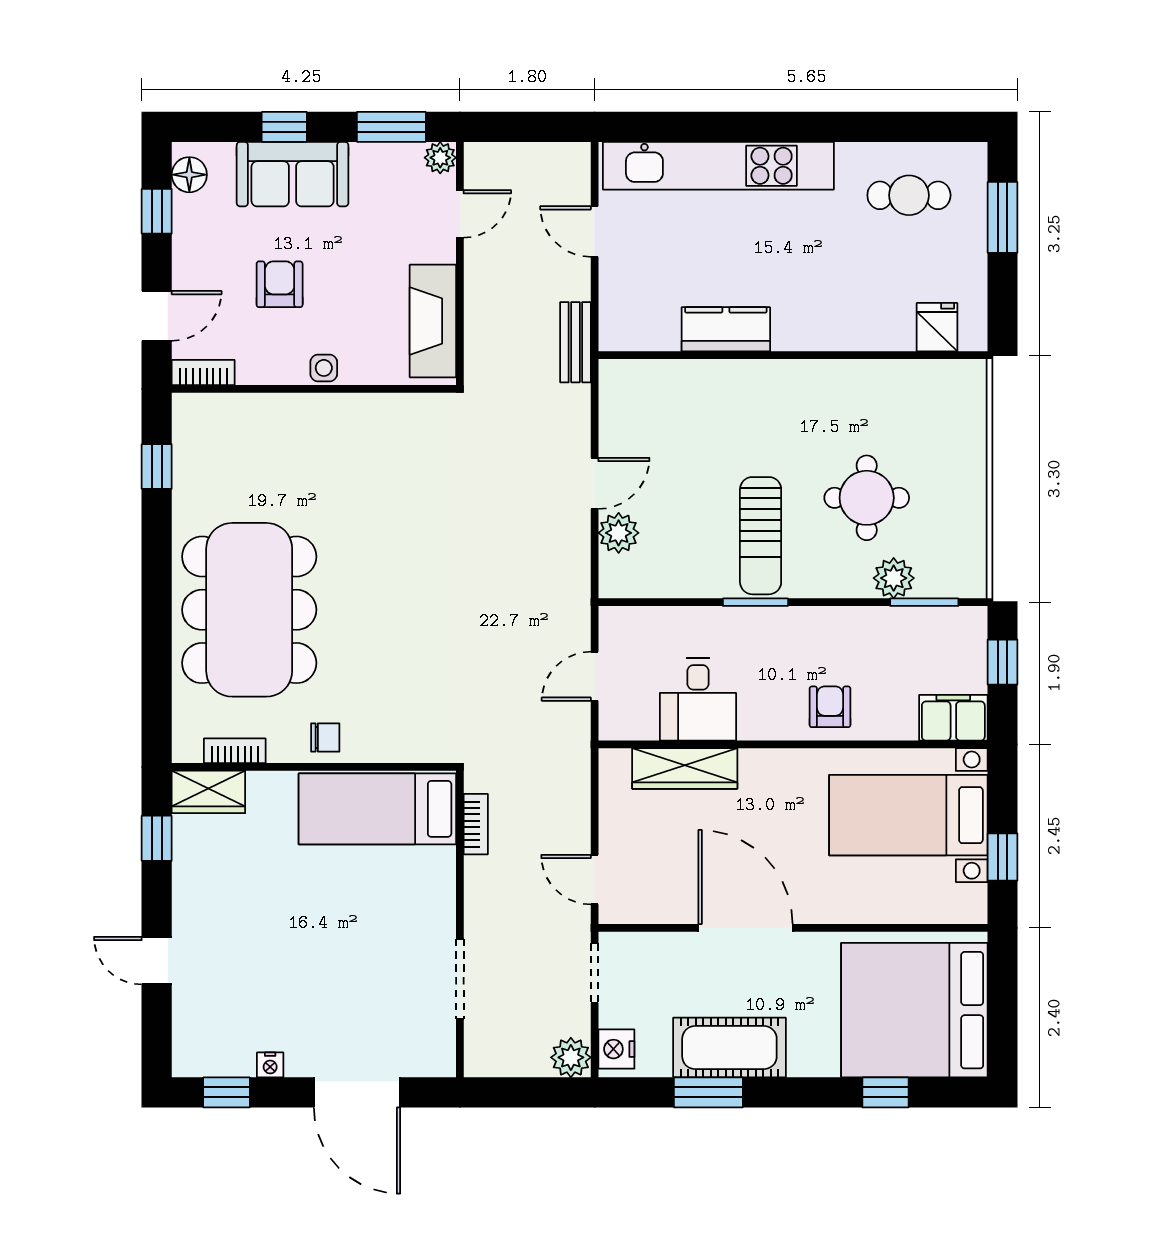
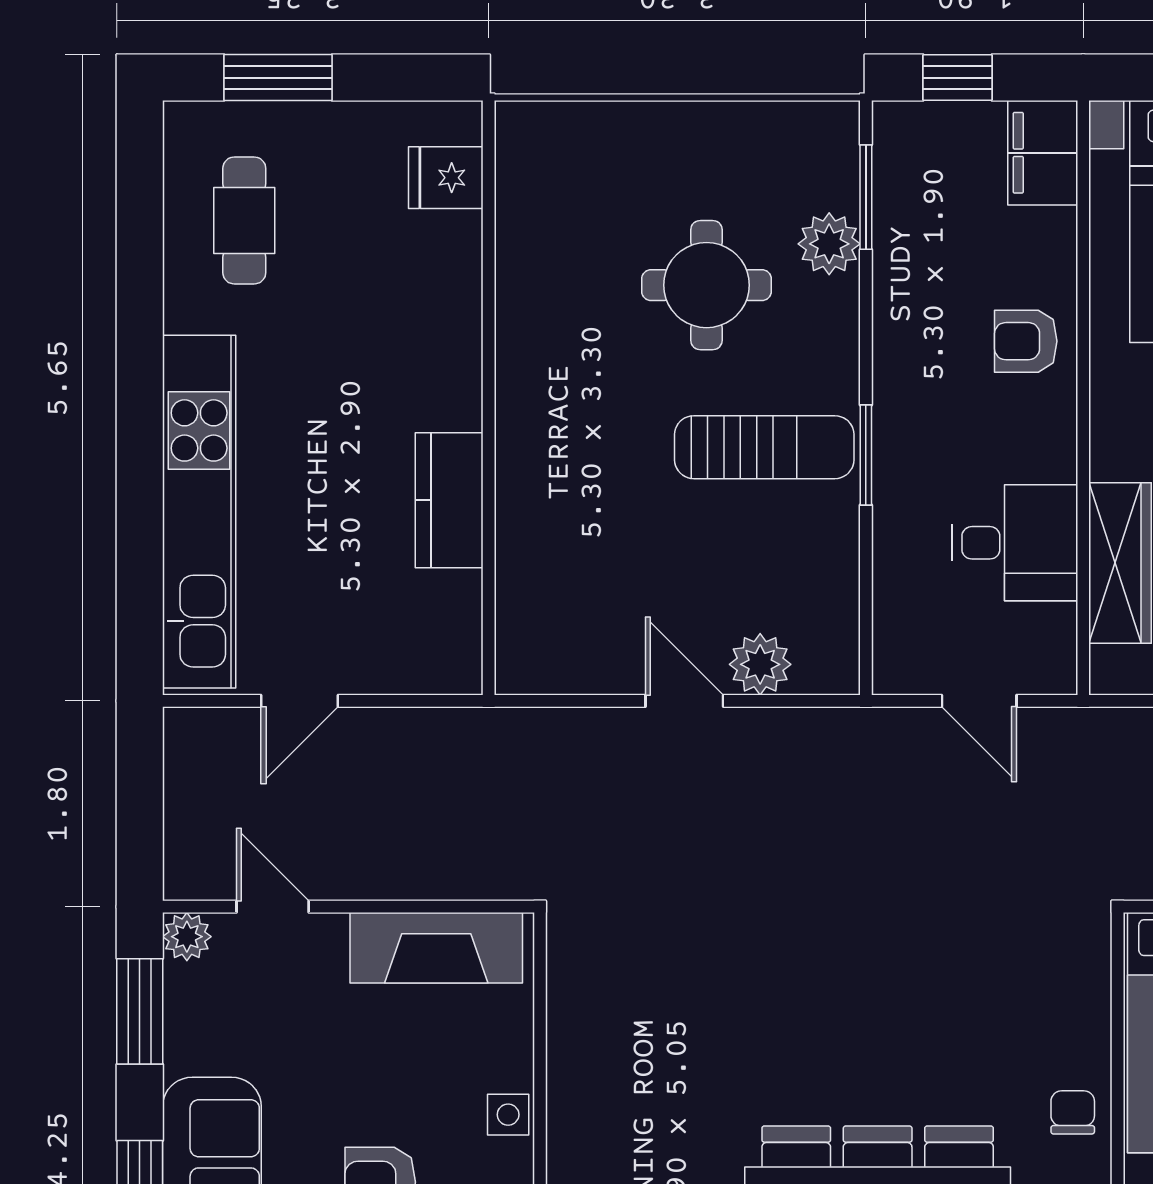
bench: (575, 342) -> (469, 730), removed

